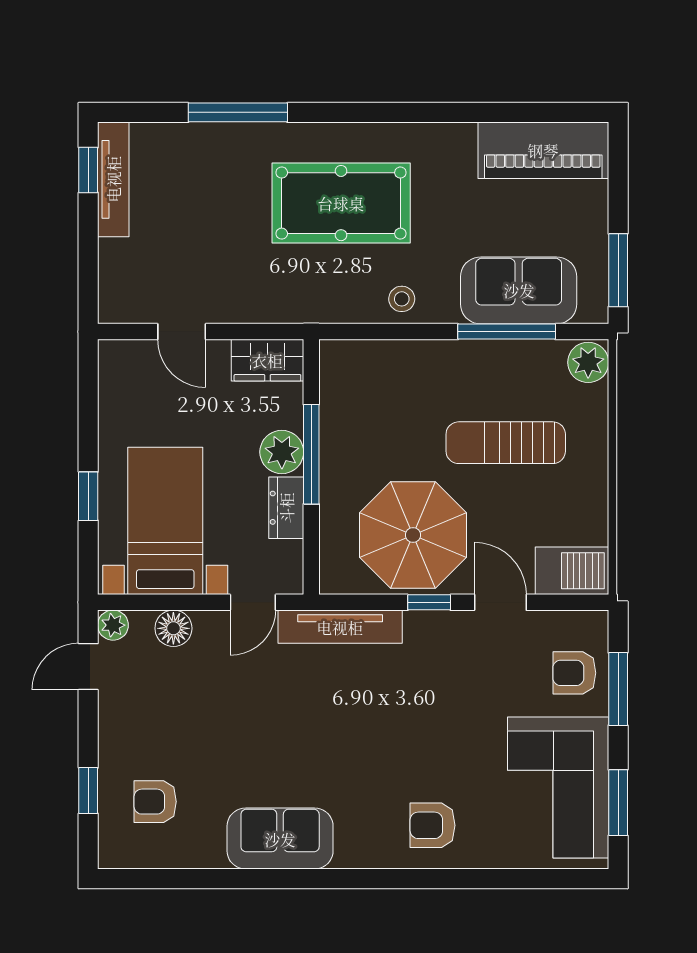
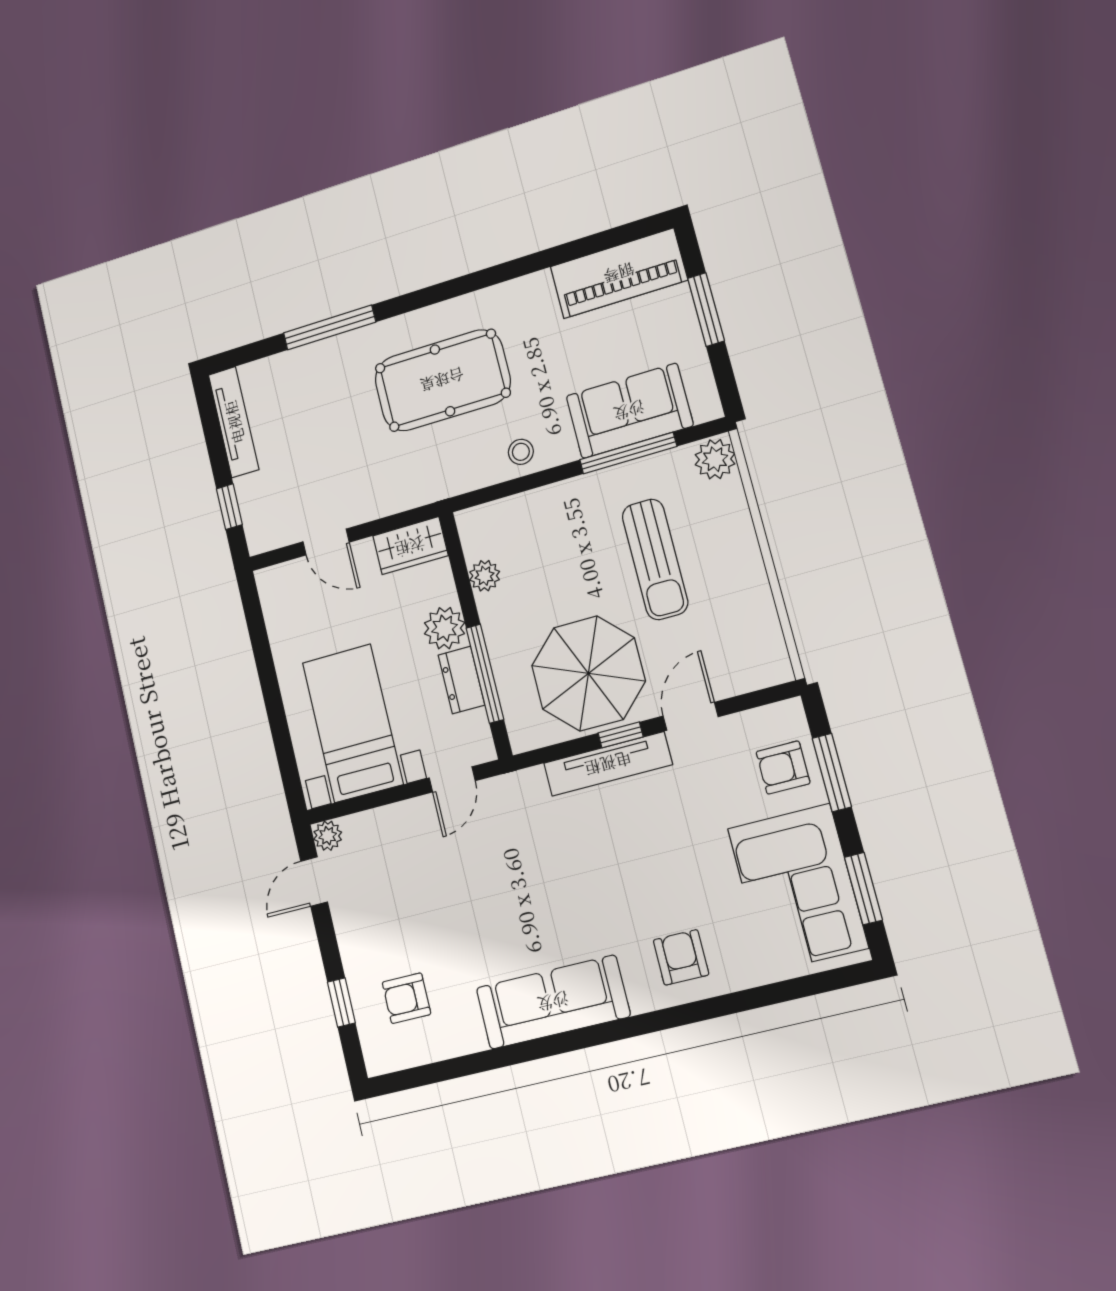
window: (88, 170) -> (229, 507), moved
window: (618, 270) -> (706, 310), moved
plant: (335, 411) -> (485, 576), added
sun lounger: (506, 443) -> (655, 559), turned -90
window: (311, 454) -> (485, 674), moved
window: (88, 496) -> (277, 719), removed
barbecue: (572, 571) -> (753, 666), removed
door: (500, 602) -> (691, 716), hinge flipped
tv unit: (340, 627) -> (608, 764), moved
floor lamp: (173, 628) -> (384, 824), removed
armchair: (433, 825) -> (681, 957), turned 90
sofa: (280, 839) -> (553, 1002), width x1.36

